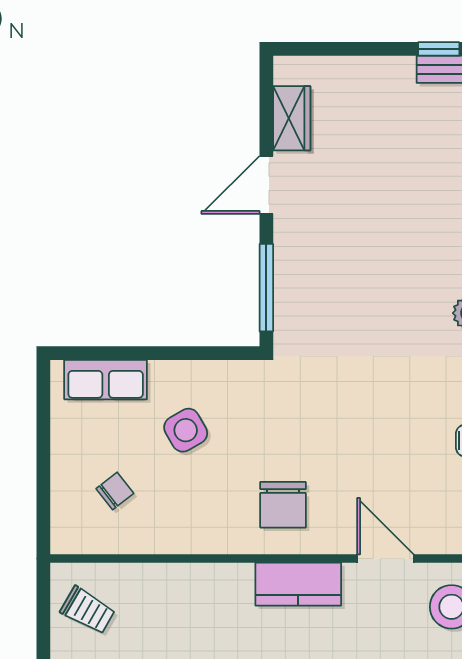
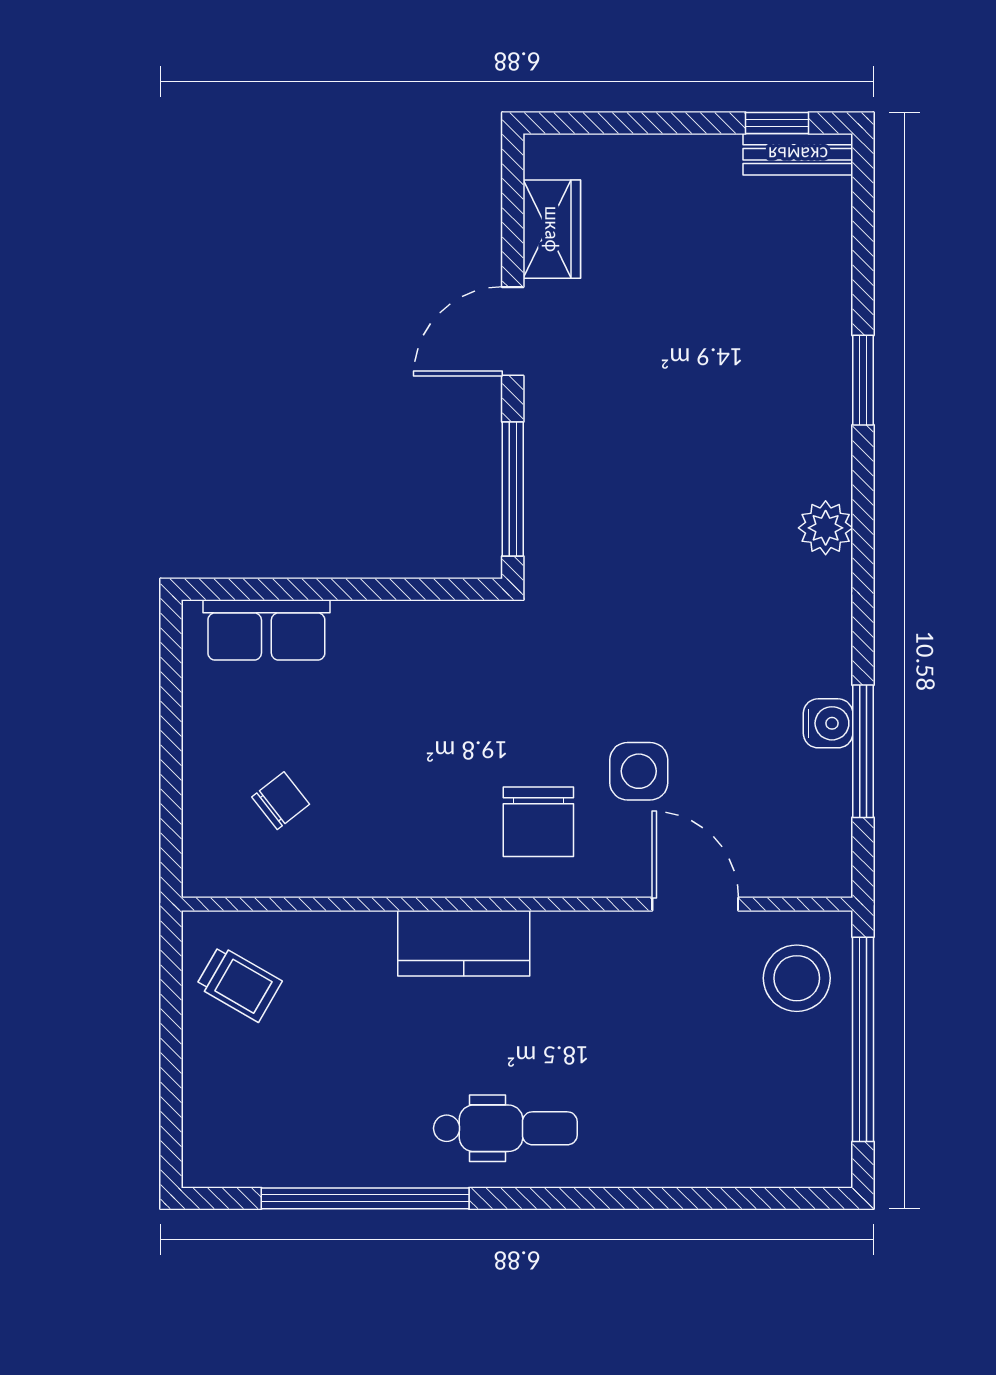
side table: (186, 430) -> (639, 771), moved, turned 30
kitchen counter: (298, 584) -> (464, 943), moved

